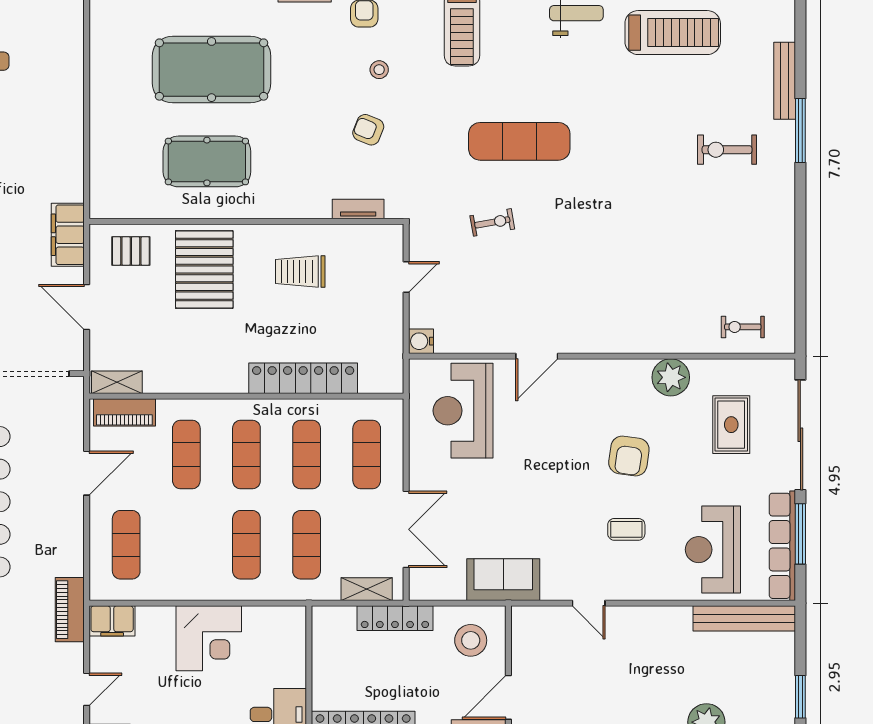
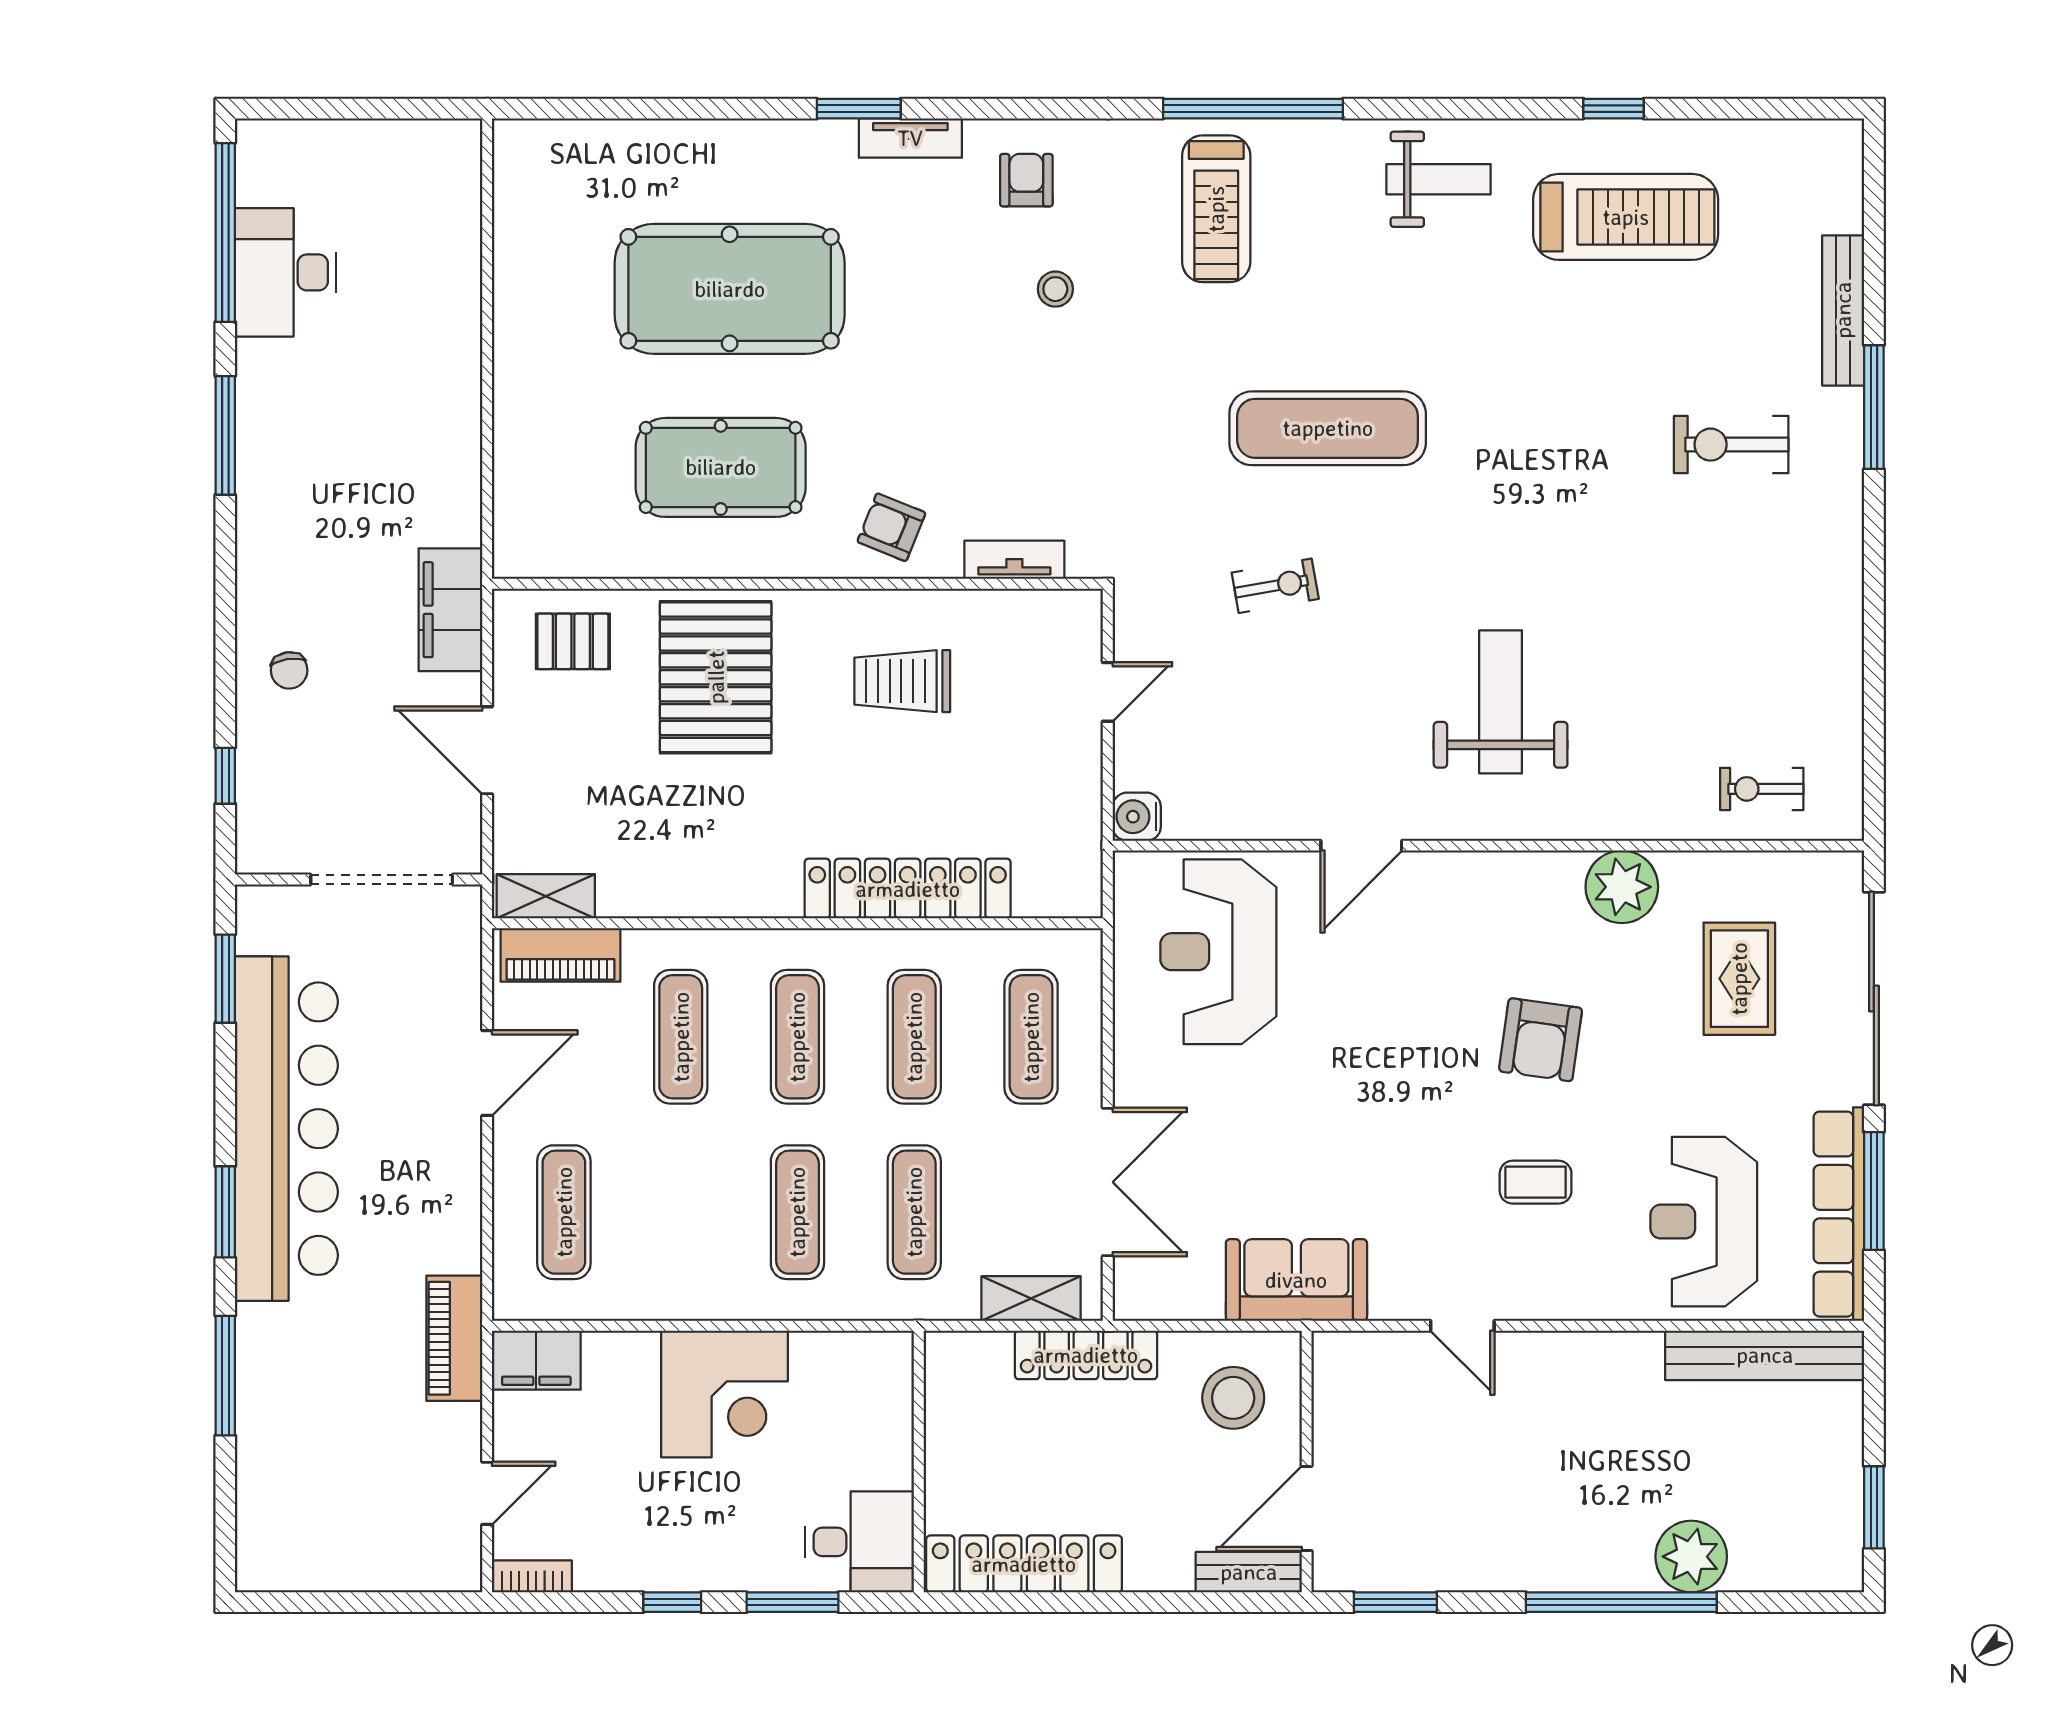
armchair: (368, 130) -> (891, 527), moved
weight bench: (608, 282) -> (1501, 702), added

